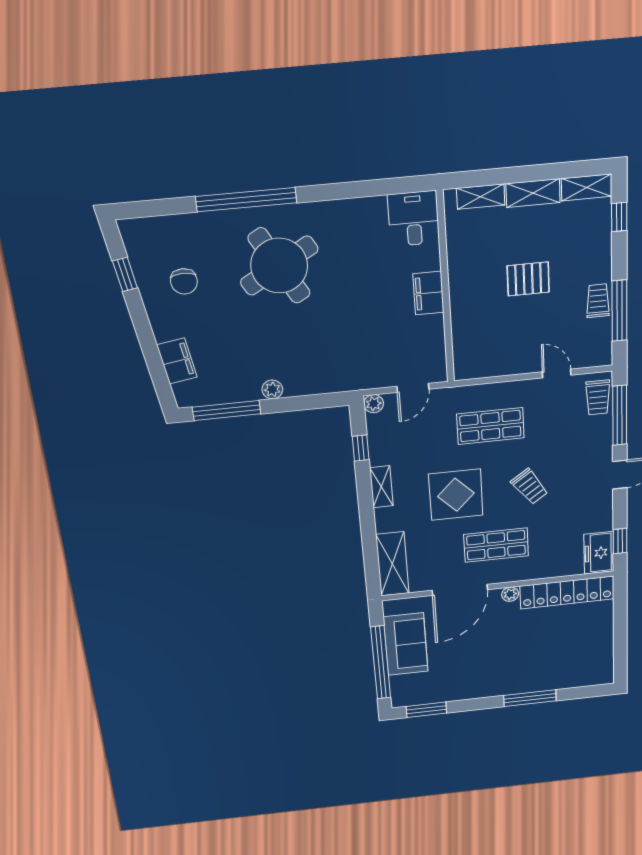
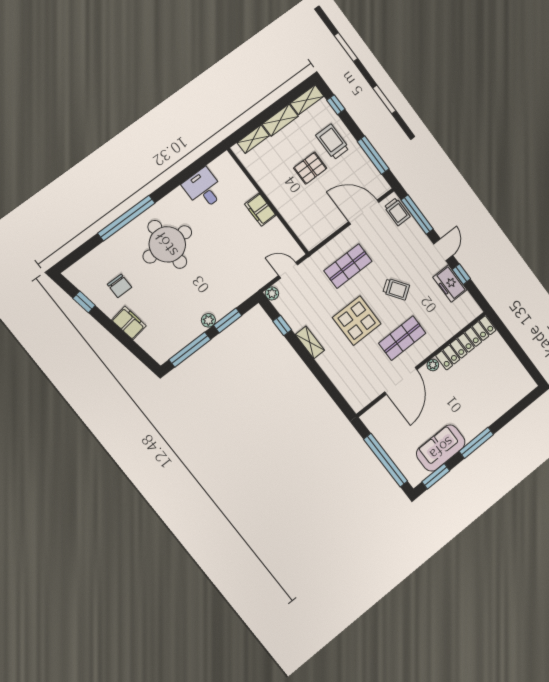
desk: (414, 219) -> (204, 189), moved
round table: (279, 266) -> (167, 244), turned 31
trolley: (598, 301) -> (332, 142), moved, width x1.36, depth x1.39
filing cabinet: (177, 361) -> (129, 323), moved
door: (557, 374) -> (364, 212), width x1.87
door: (413, 388) -> (288, 270), swing flipped
window: (297, 403) -> (228, 320), added
window: (620, 541) -> (461, 274), moved
freezer: (599, 553) -> (450, 283), moved
shelving: (392, 564) -> (349, 388), removed
sofa: (406, 644) -> (441, 448), moved, turned -90
window: (530, 698) -> (476, 443), moved

